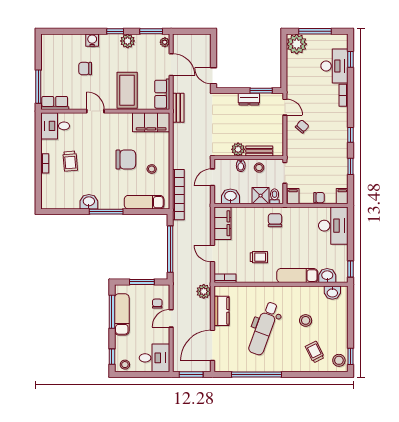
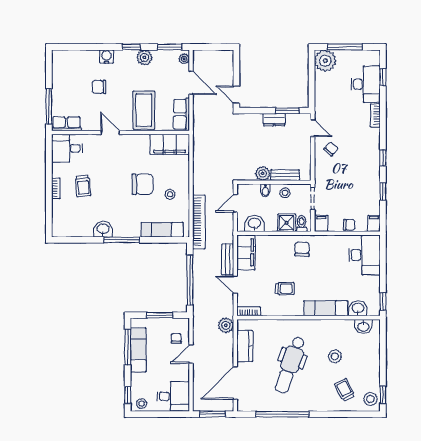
bench: (178, 108) -> (228, 259), moved

